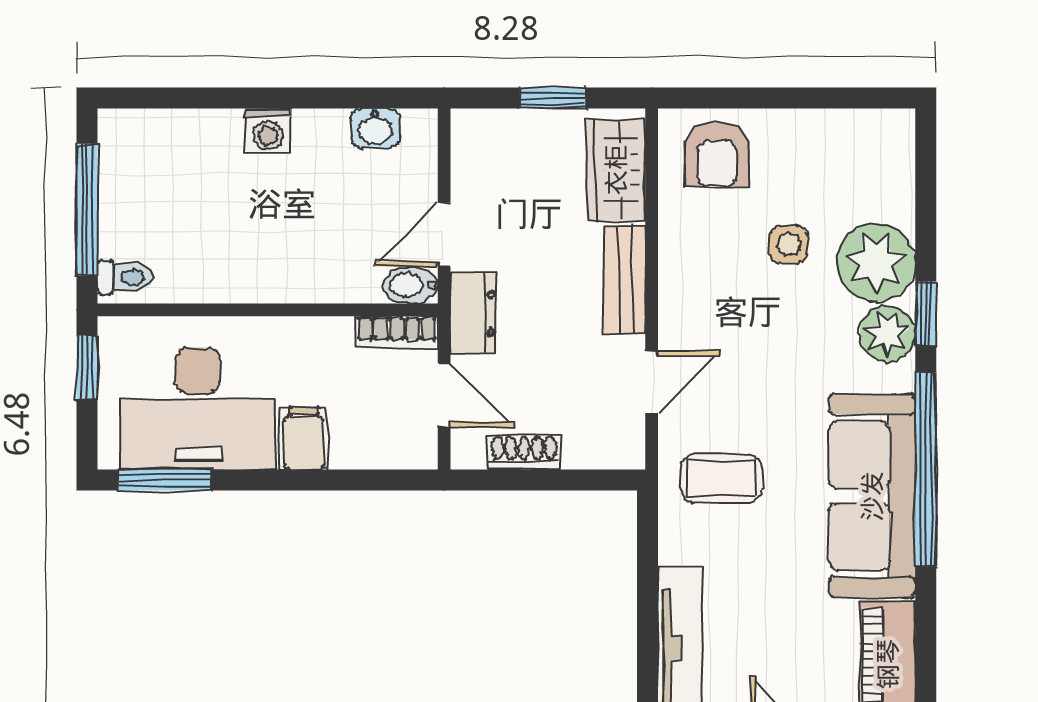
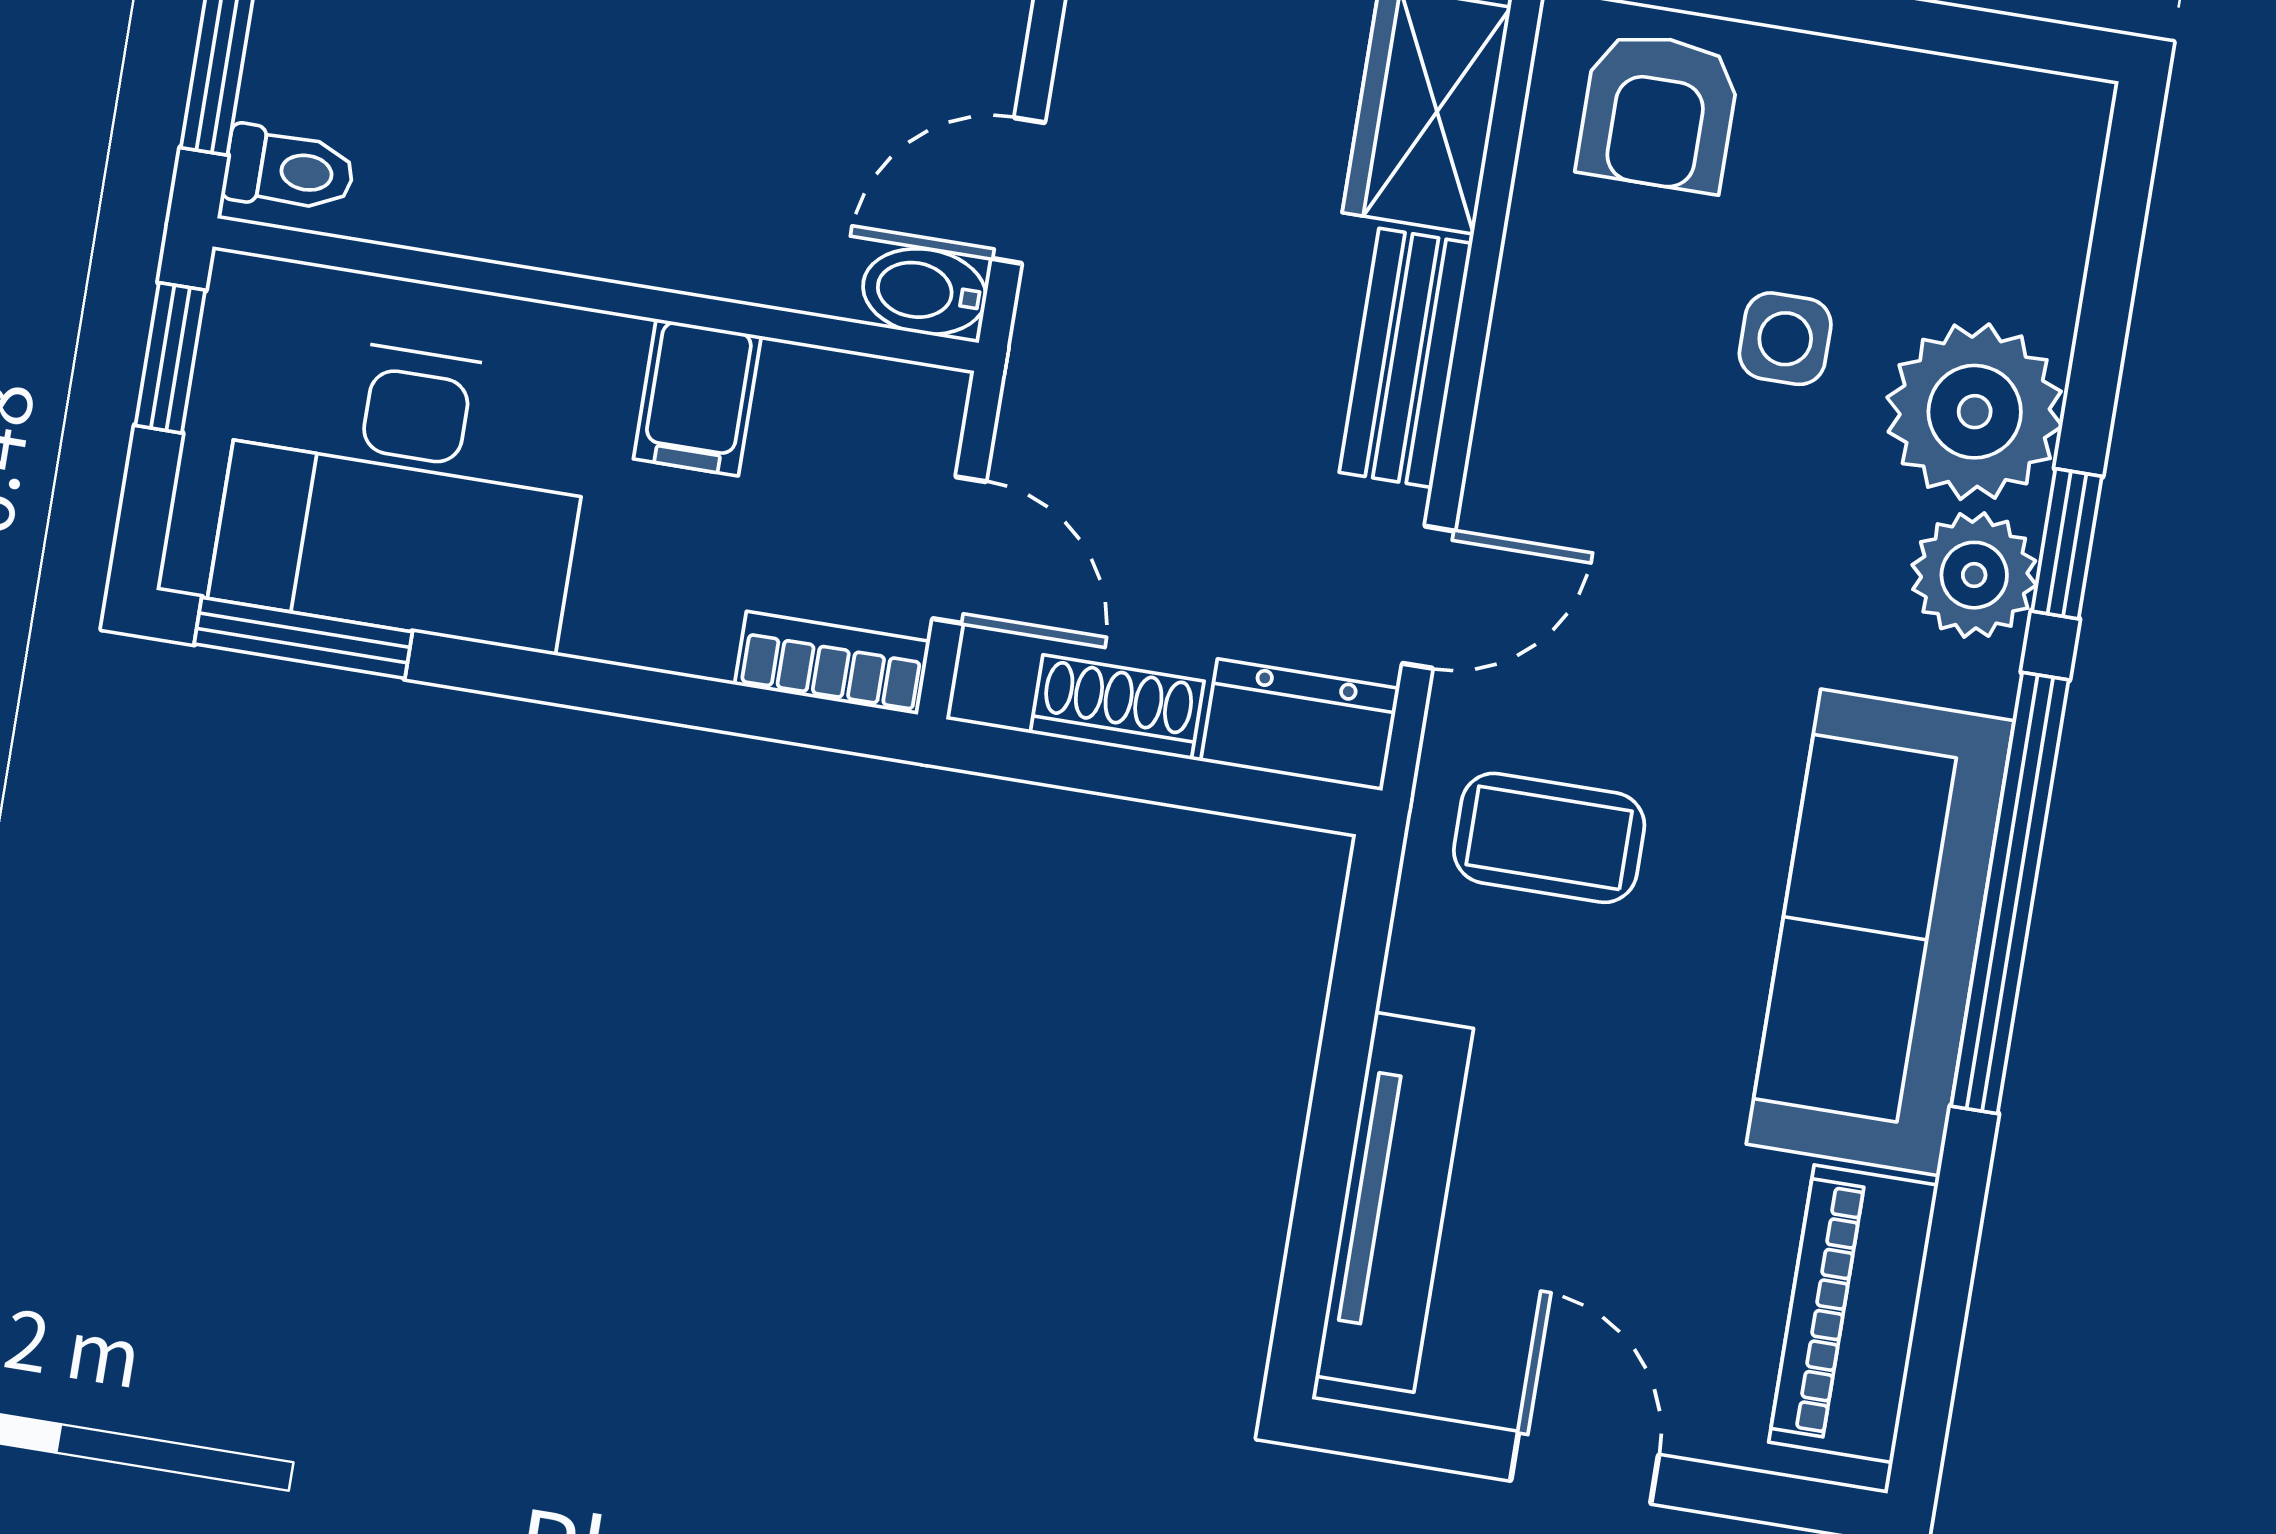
dresser: (473, 313) -> (1300, 725), moved, turned -90
bookcase: (397, 332) -> (832, 663), moved, turned 180
filing cabinet: (303, 438) -> (697, 397), moved, turned 180

